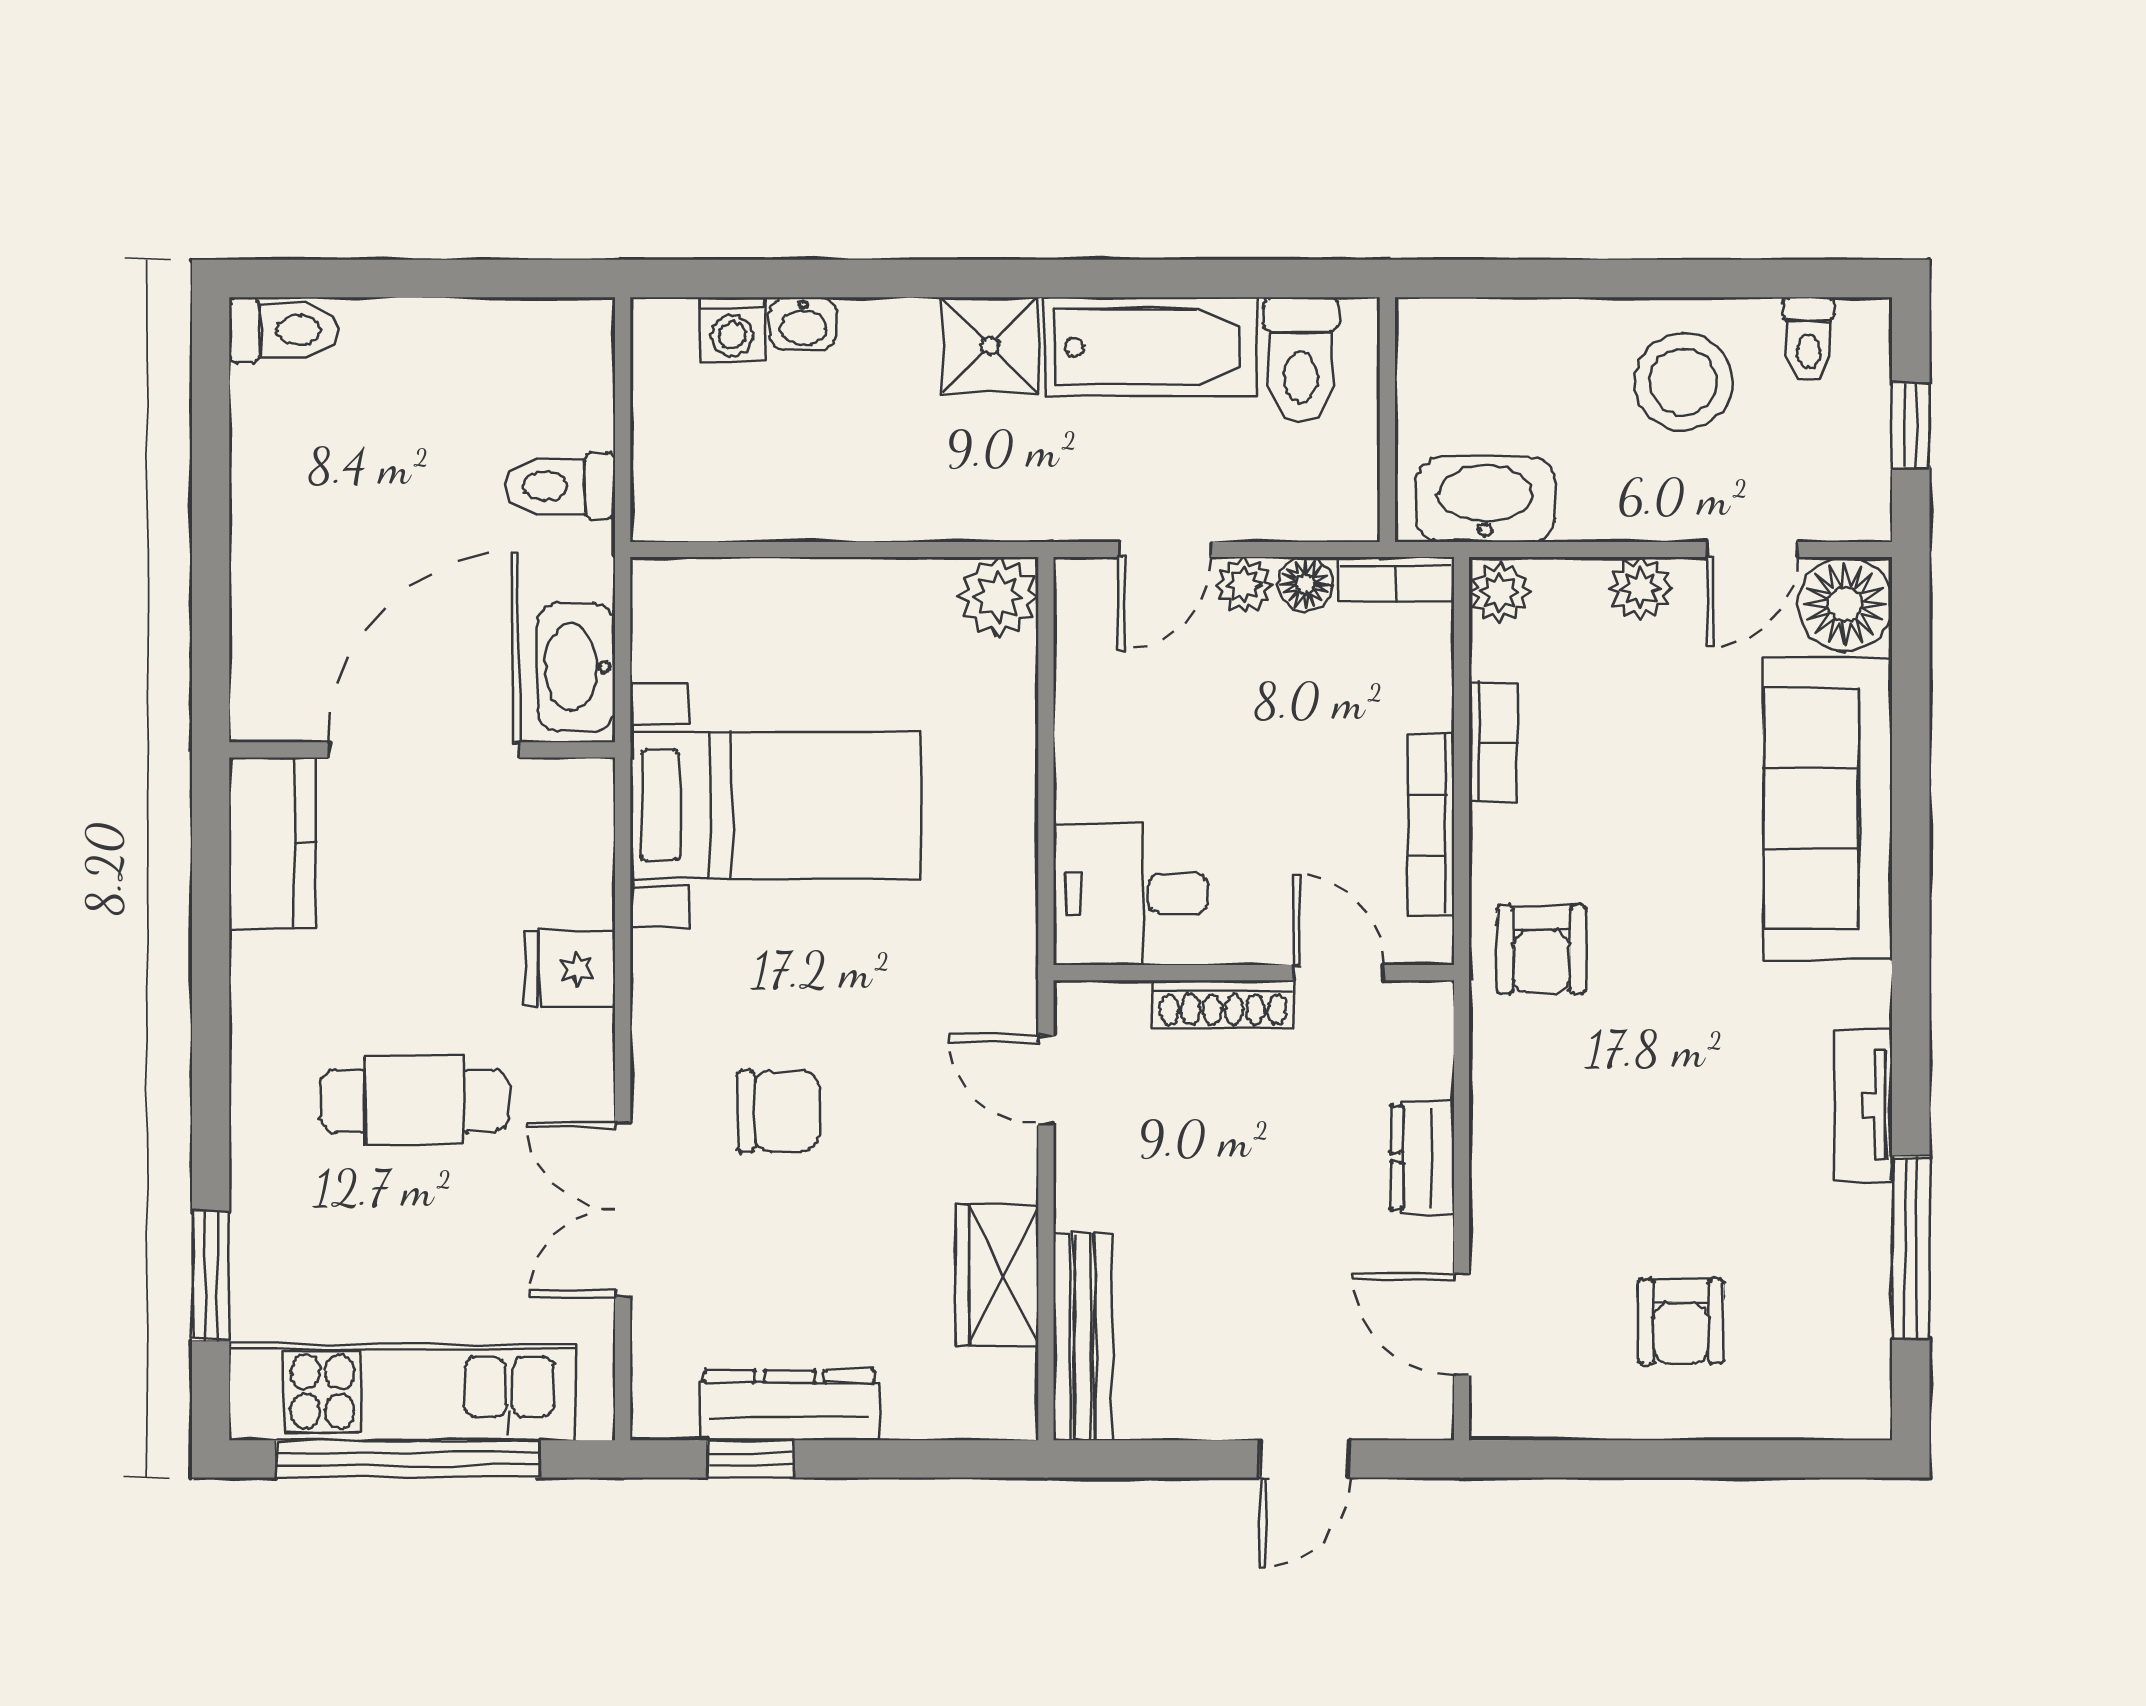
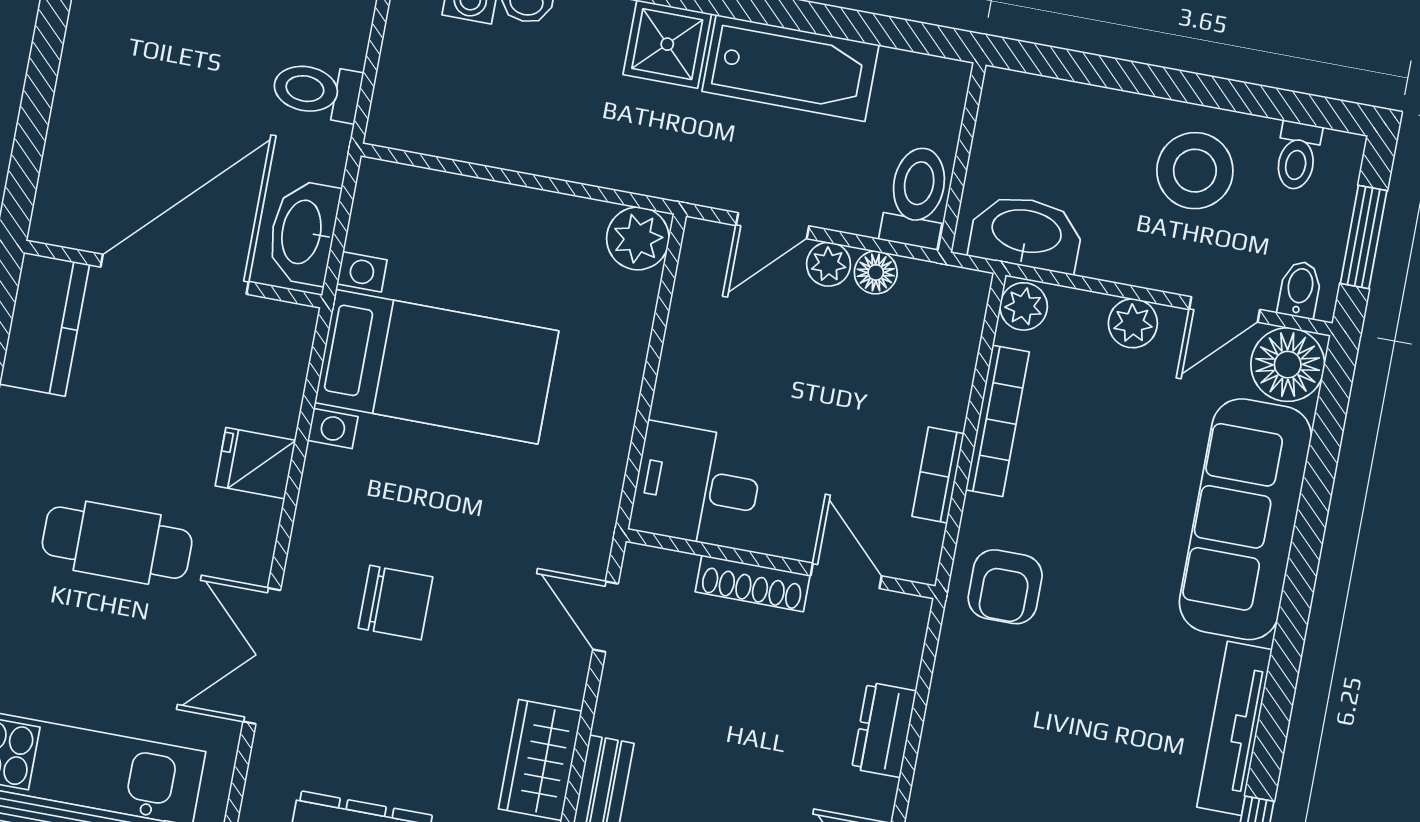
toilet: (1301, 360) -> (917, 197), moved, turned 180
window: (1911, 426) -> (1364, 237), width x1.50
bidet: (1843, 507) -> (1300, 290), added
bookcase: (1395, 580) -> (946, 282), removed
bookcase: (1493, 742) -> (997, 421), width x1.56
bookcase: (1431, 824) -> (938, 475), width x0.64
tv unit: (1863, 1105) -> (1235, 728), width x1.41

